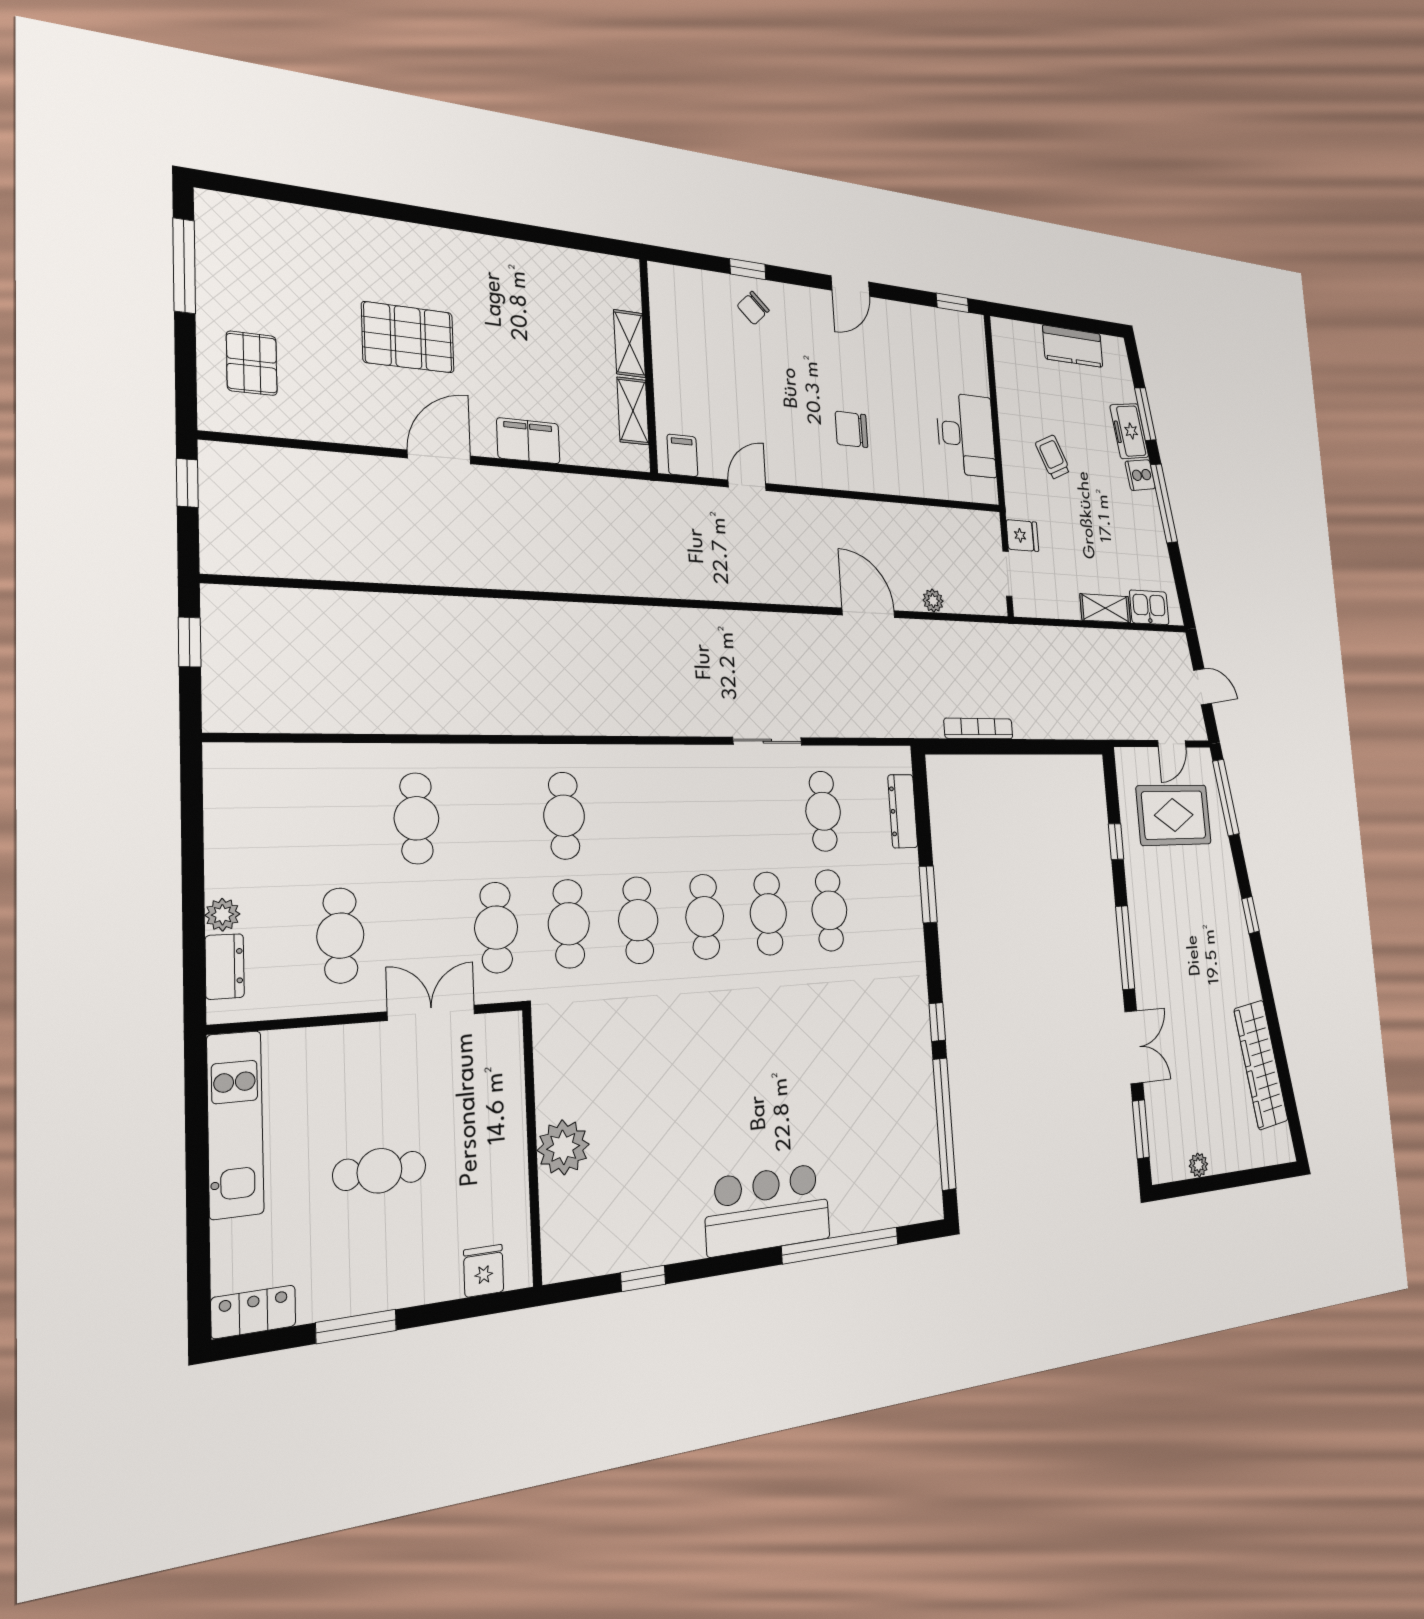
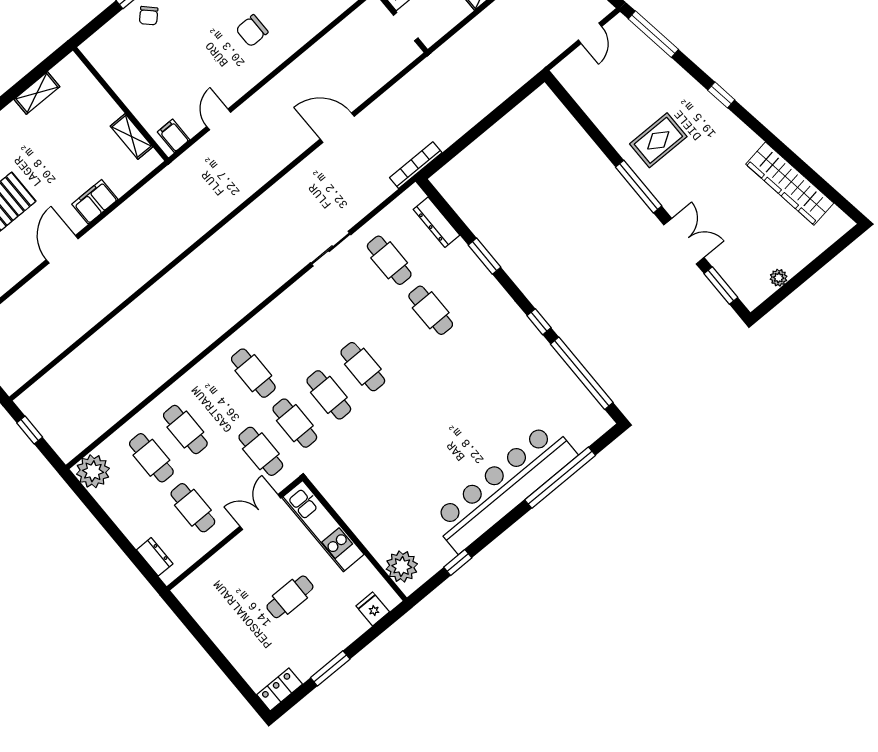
shelving: (629, 344) -> (37, 93), moved, turned 90
plant: (933, 601) -> (371, 86), removed
bookcase: (978, 729) -> (416, 165), moved
rug: (1174, 815) -> (658, 140), moved, width x0.73, depth x0.70
window: (1116, 842) -> (590, 128), removed
cafe table: (768, 913) -> (151, 458), moved
plant: (222, 915) -> (93, 471), moved, width x1.88, depth x1.88
kitchen unit: (235, 1124) -> (323, 526), moved, turned 180
plant: (563, 1147) -> (402, 566), moved
bar counter: (767, 1209) -> (504, 487), width x1.86

